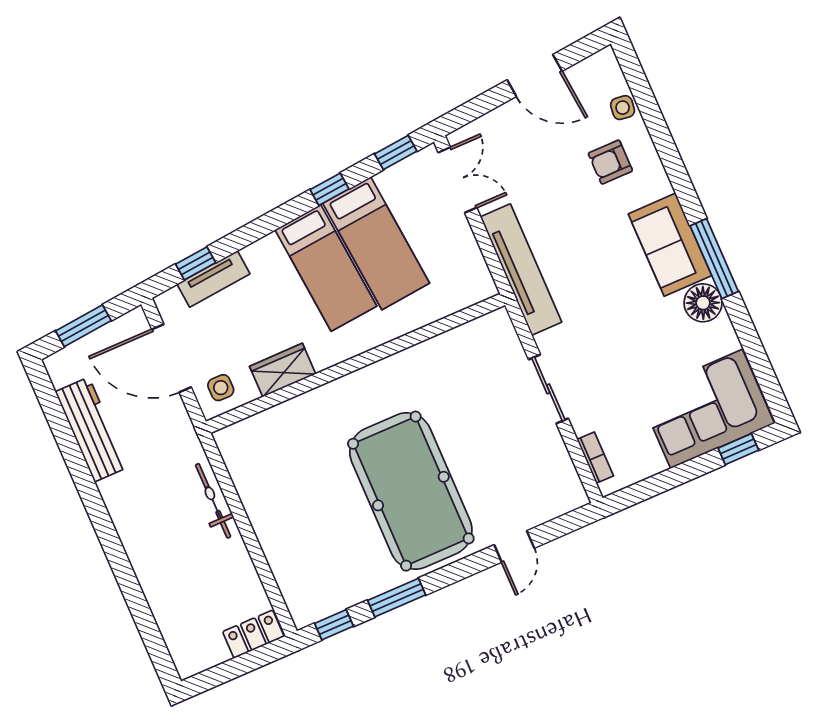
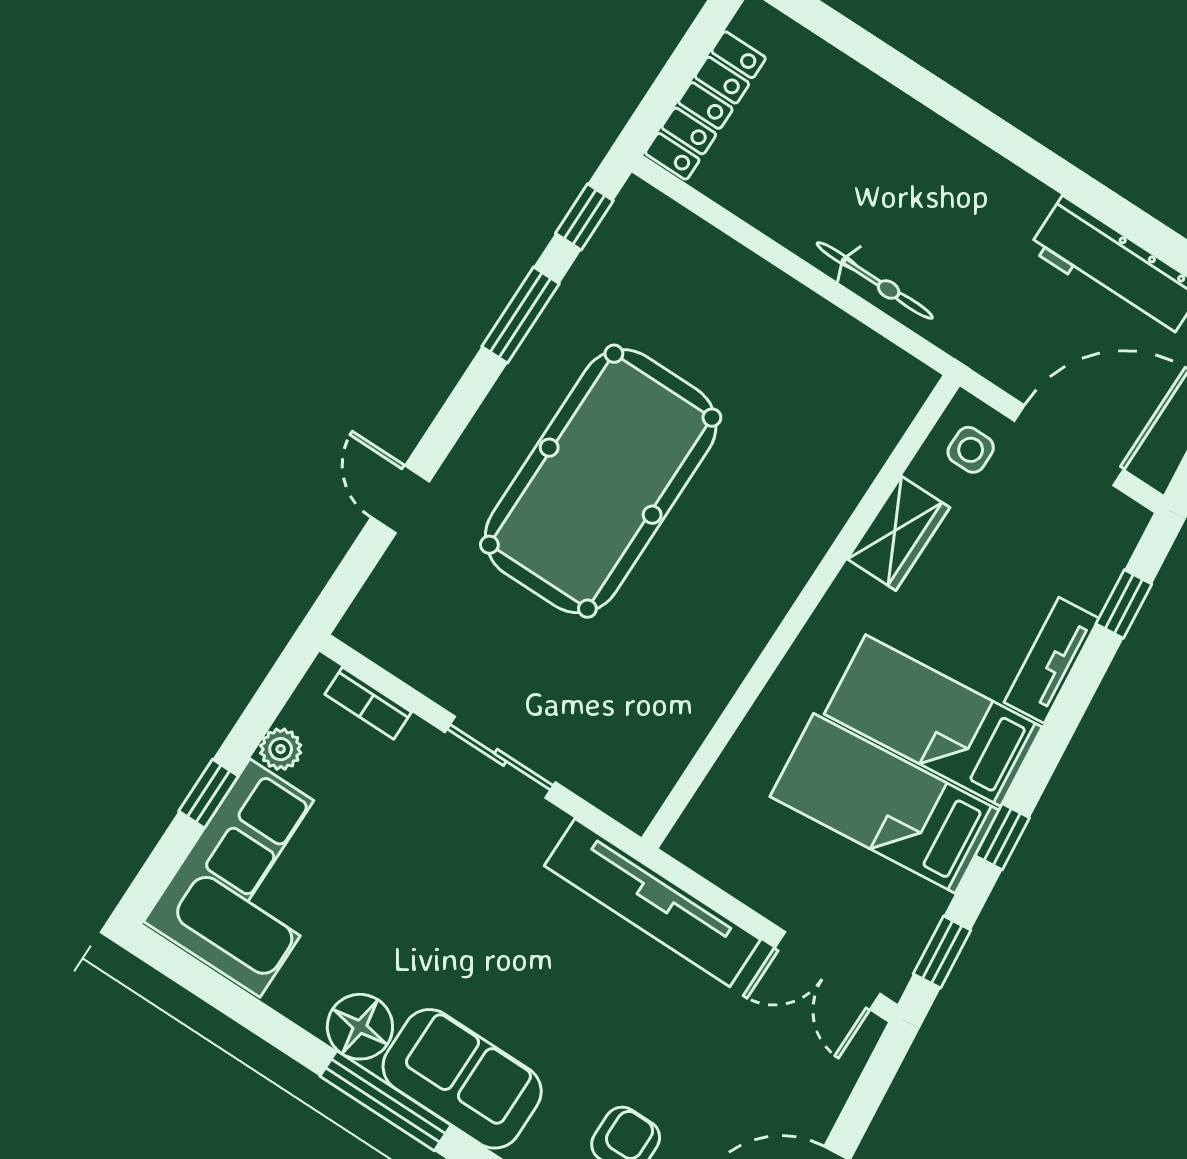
tv unit: (213, 279) -> (1052, 660), moved
window: (738, 449) -> (209, 794), moved
plant: (653, 463) -> (281, 749), added
pool table: (411, 491) -> (601, 481), turned 90
locker: (253, 634) -> (705, 106), width x1.53

